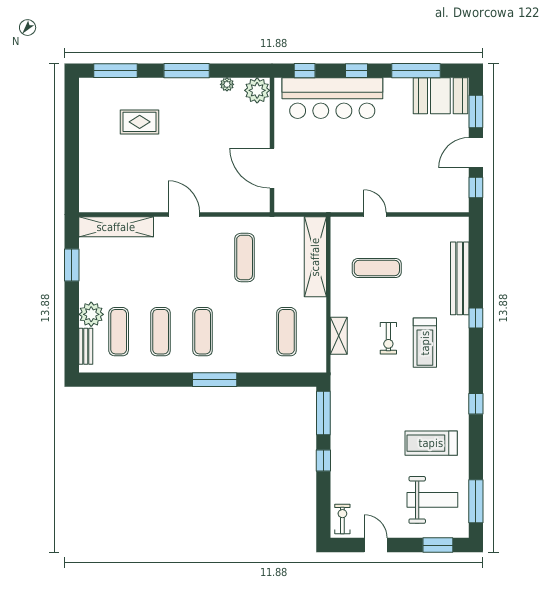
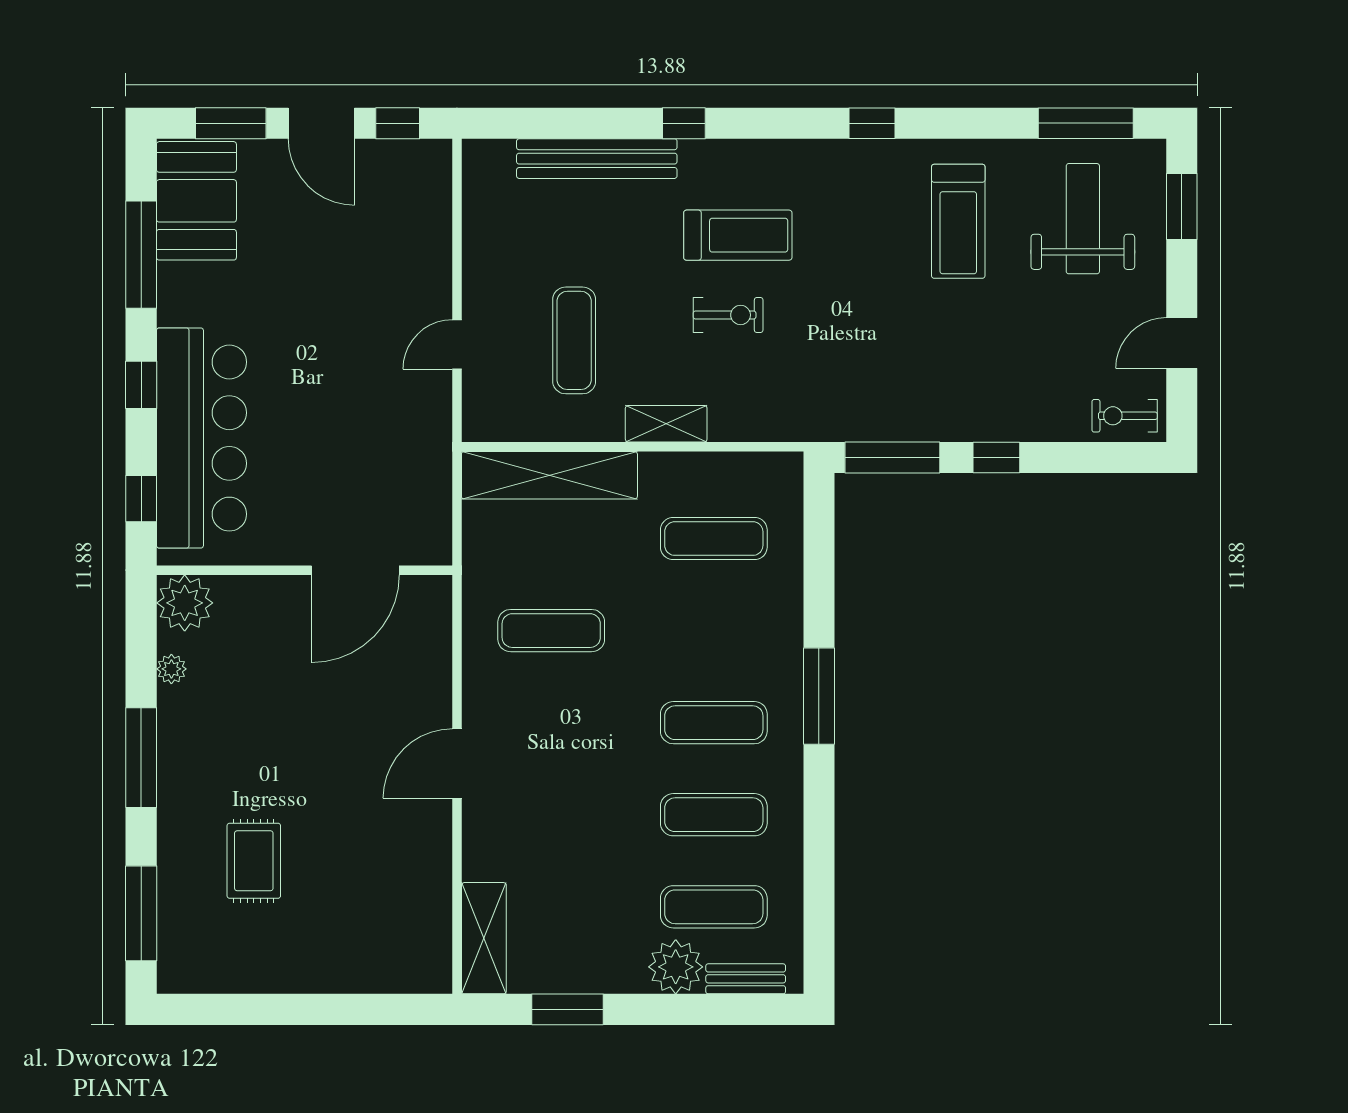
shelving: (116, 227) -> (484, 938), width x0.68
shelving: (339, 336) -> (666, 424), moved

